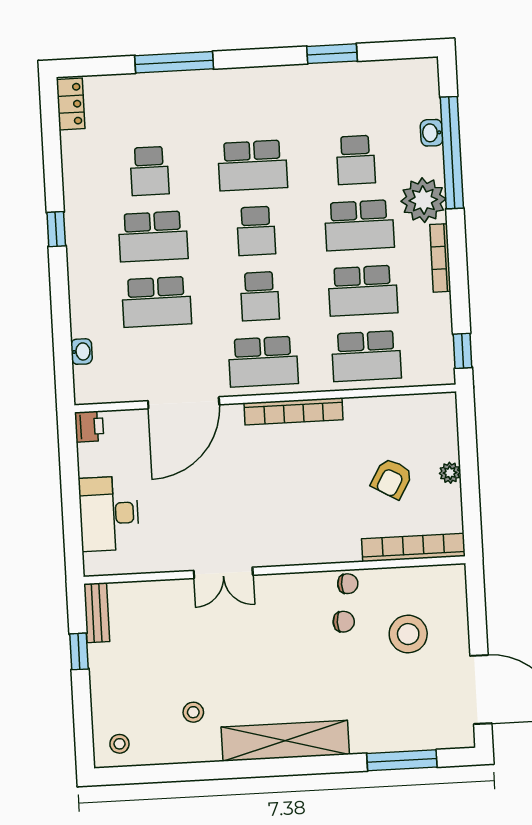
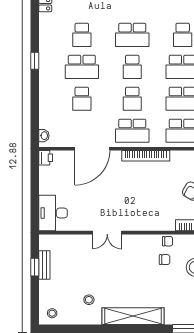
school desk: (157, 302) -> (82, 99), width x0.54
washbasin: (82, 352) -> (44, 136), moved
desk: (109, 514) -> (53, 213), moved
bench: (97, 613) -> (44, 265), moved

